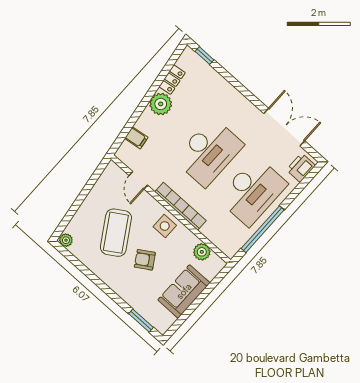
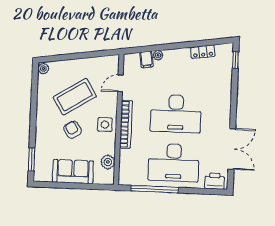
plant: (161, 104) -> (158, 55), moved, width x0.53, depth x0.53

